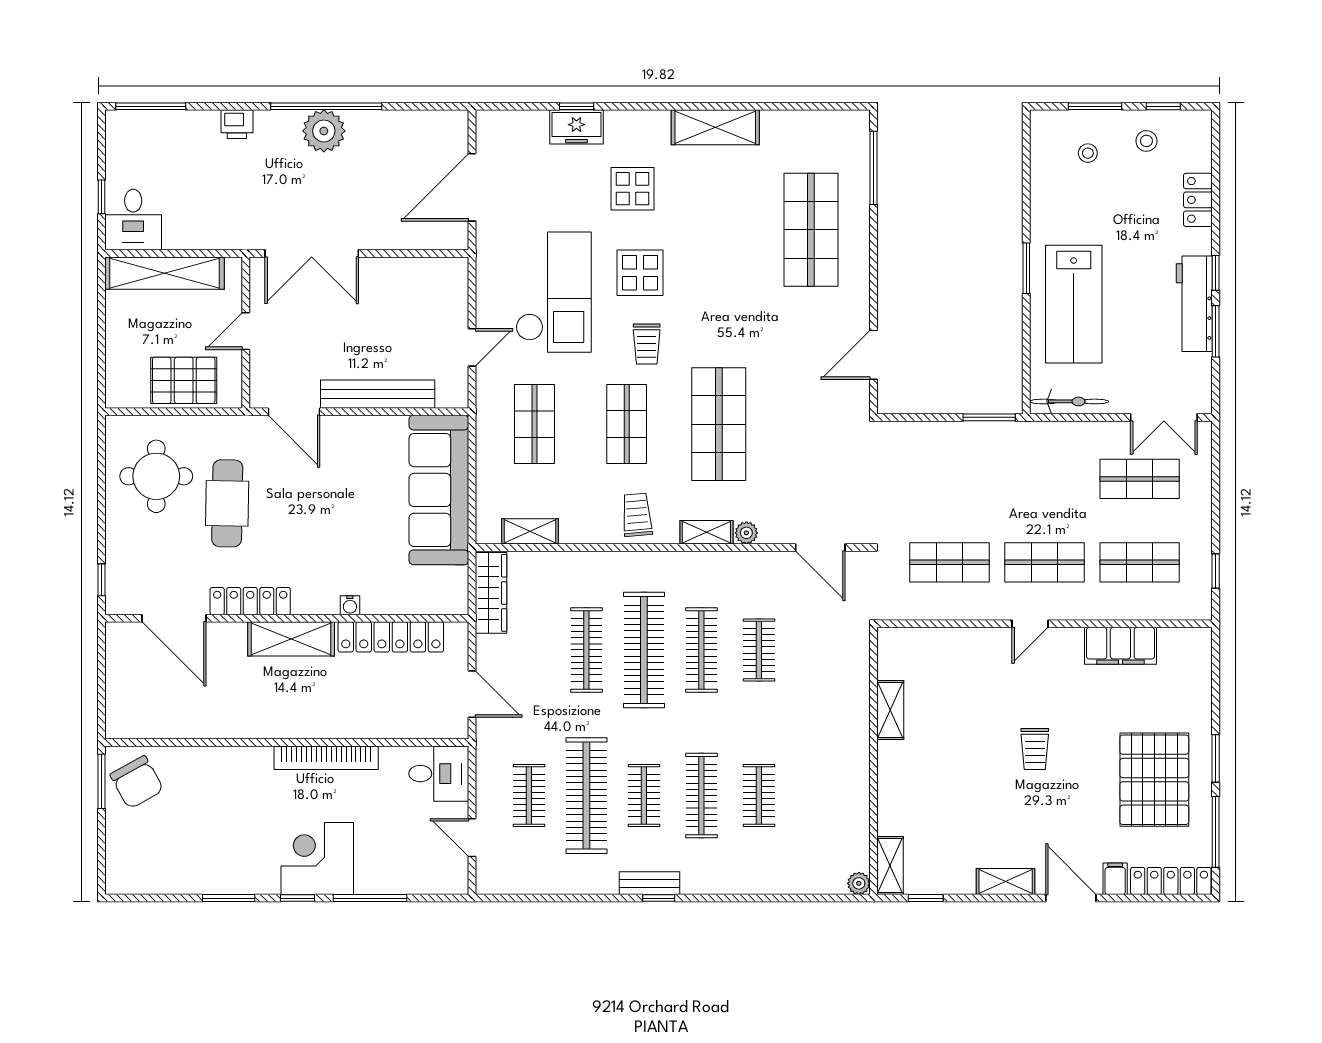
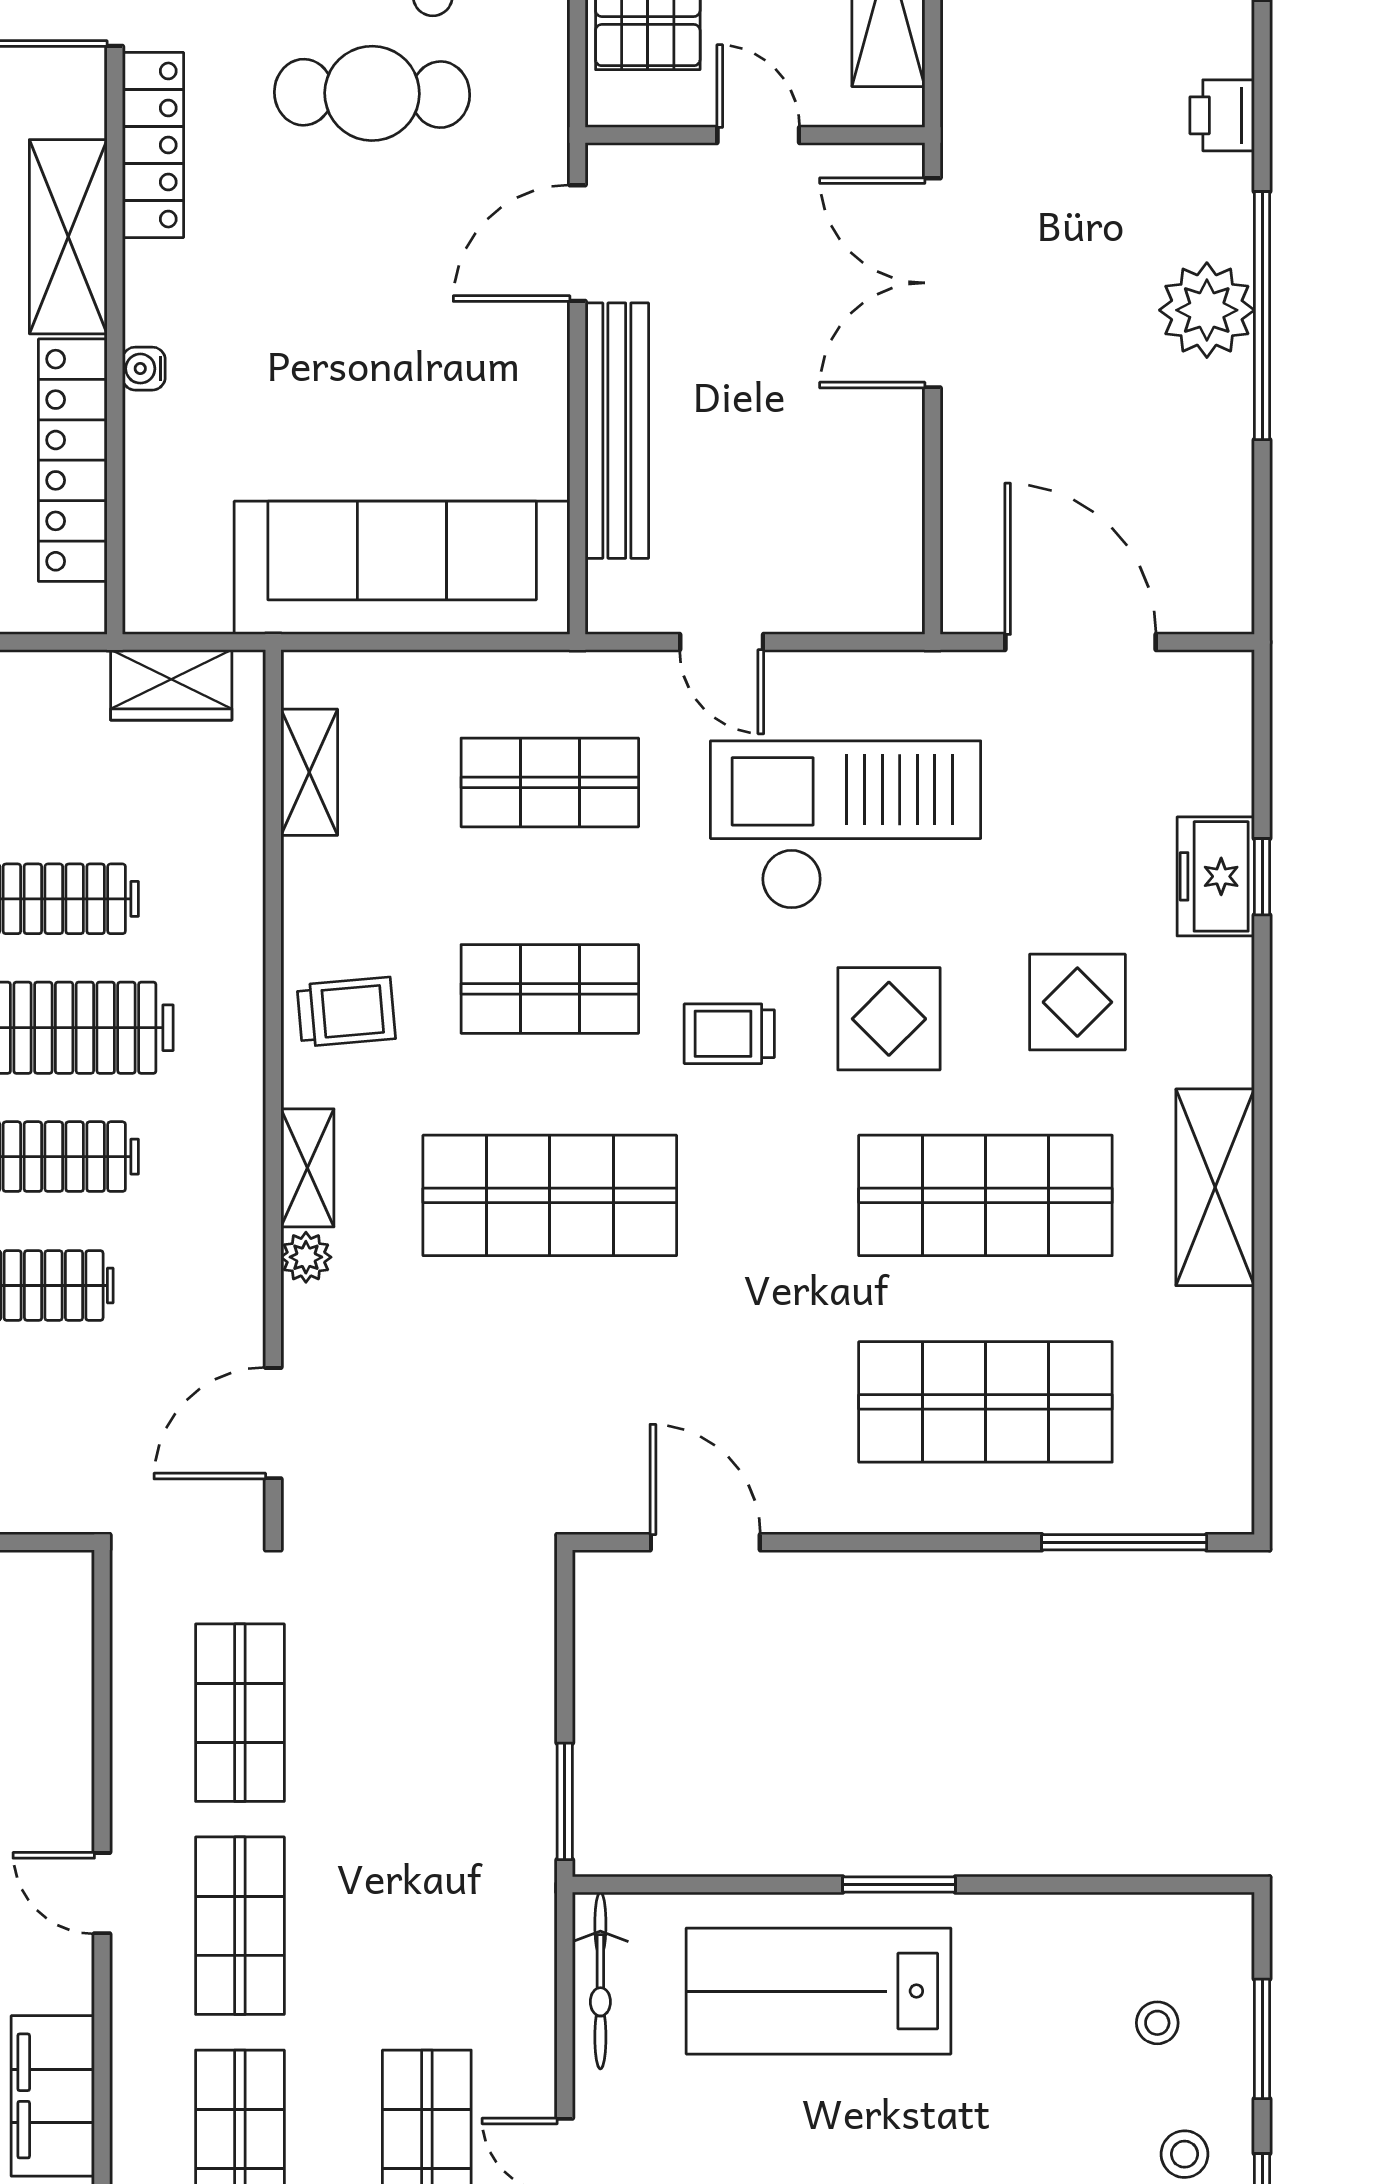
shop shelf: (719, 230) -> (985, 1195), added
checkout: (554, 292) -> (846, 825), turned 180
wardrobe: (491, 593) -> (171, 685), width x0.67

